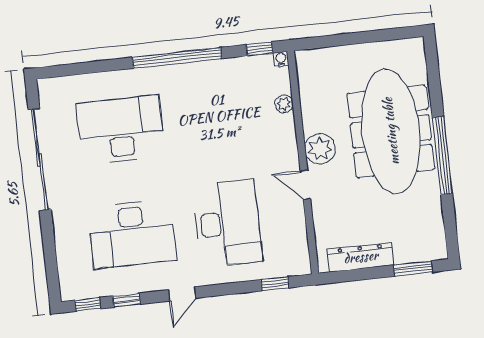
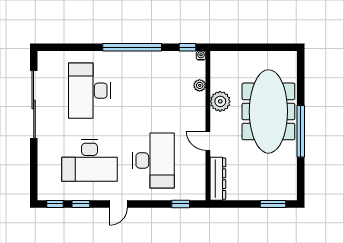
desk: (121, 130) -> (89, 91), turned -90
plant: (320, 149) -> (220, 101), moved
dresser: (361, 257) -> (218, 179), moved, turned 90

